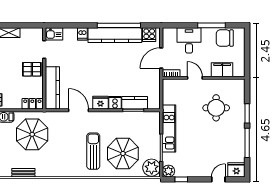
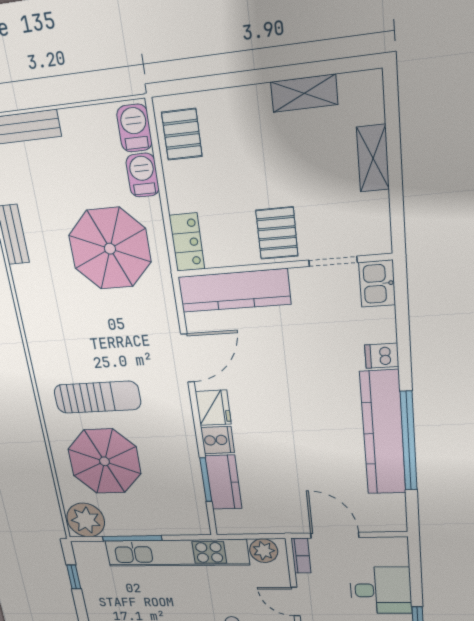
cooker: (149, 35) -> (389, 509), removed
door: (195, 78) -> (296, 602), swing flipped
kitchen unit: (169, 128) -> (177, 553), width x1.36
plant: (168, 171) -> (264, 551), moved

